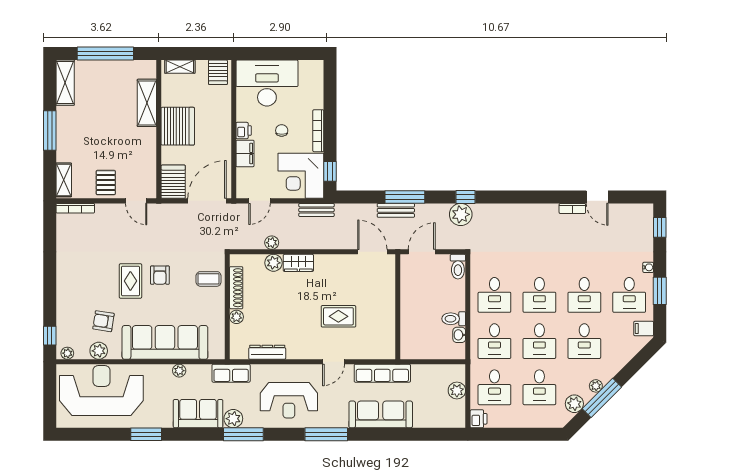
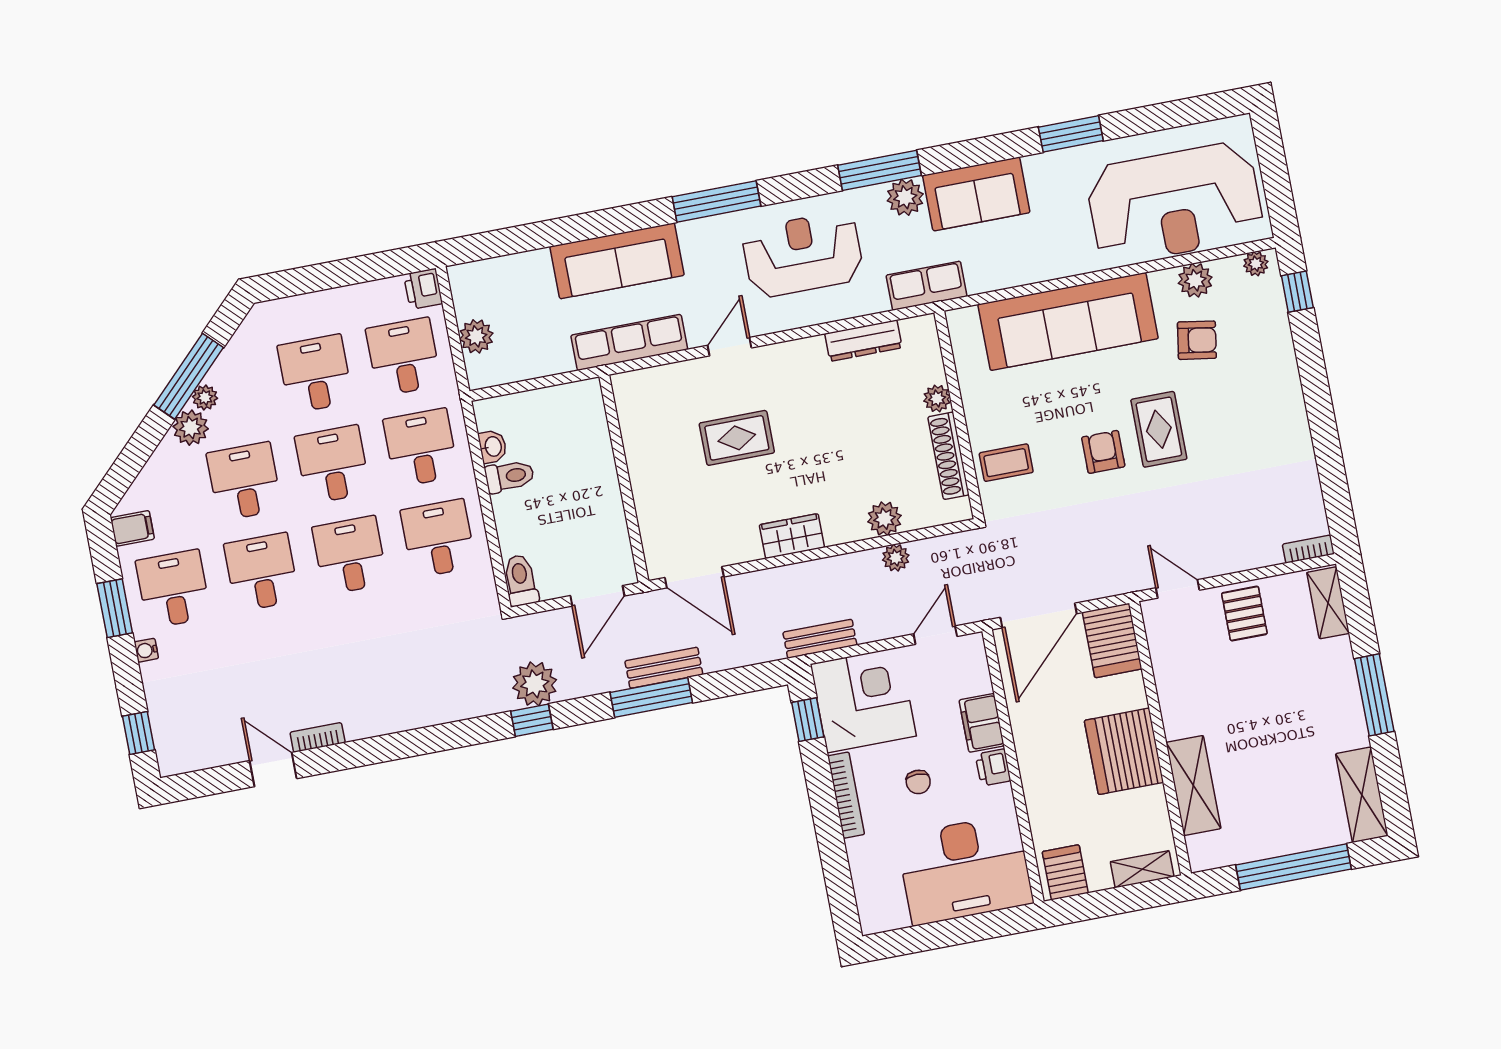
bookcase: (75, 208) -> (1308, 549), width x0.64
wardrobe: (298, 263) -> (792, 536), moved
plant: (179, 371) -> (1030, 271), removed
plant: (574, 404) -> (191, 428), moved

